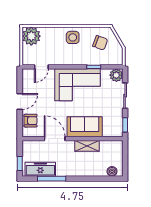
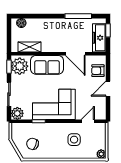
plant: (31, 36) -> (101, 154), width x0.53, depth x0.53
side table: (73, 37) -> (74, 140), moved
plant: (114, 125) -> (20, 66), added
shelving: (87, 146) -> (29, 47), moved
freezer: (40, 169) -> (99, 38), moved, turned 90

